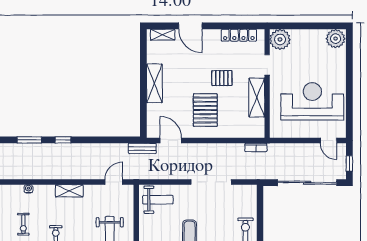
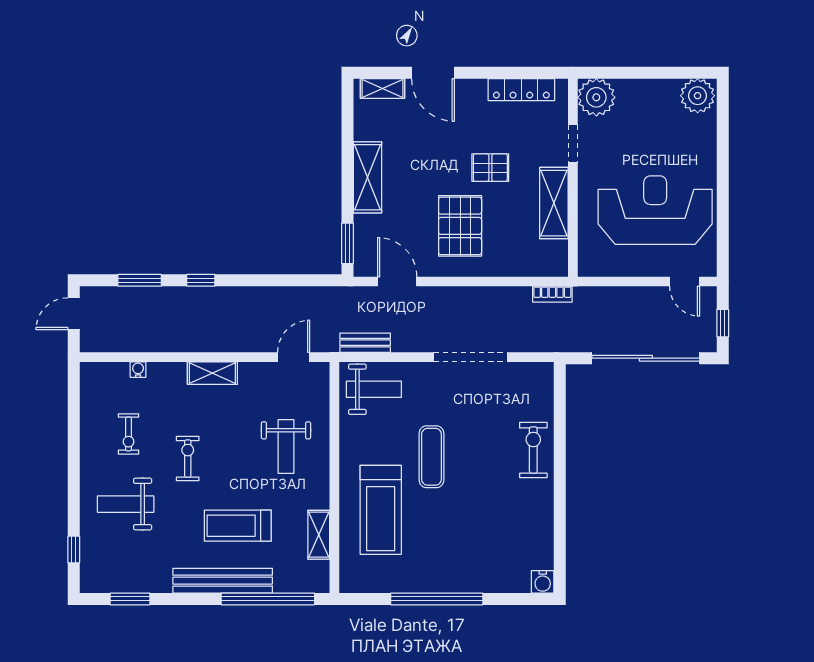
window: (143, 120) -> (347, 243), added
bench: (142, 148) -> (365, 343), moved

